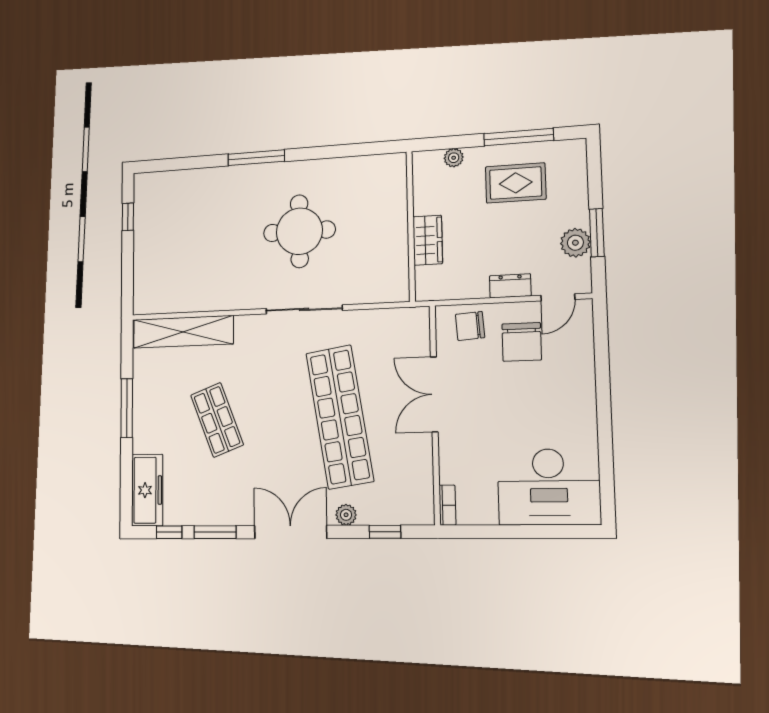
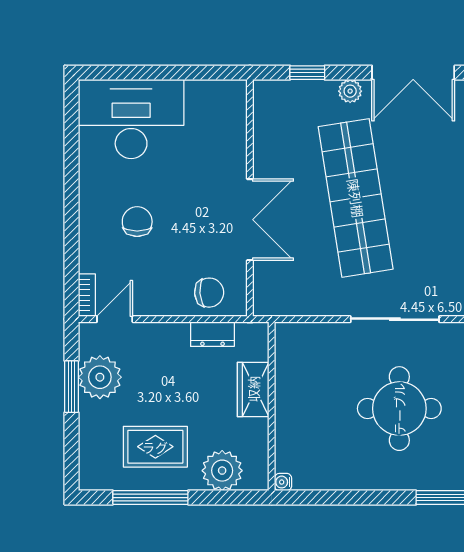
plant: (454, 158) -> (222, 471), width x1.88, depth x1.88
water cooler: (399, 160) -> (283, 482), added
plant: (575, 243) -> (100, 377), width x1.36, depth x1.36
dresser: (510, 286) -> (212, 334), moved
chair: (522, 342) -> (137, 222), moved, width x0.73, depth x0.73
bookcase: (447, 505) -> (87, 295), moved, turned 180

